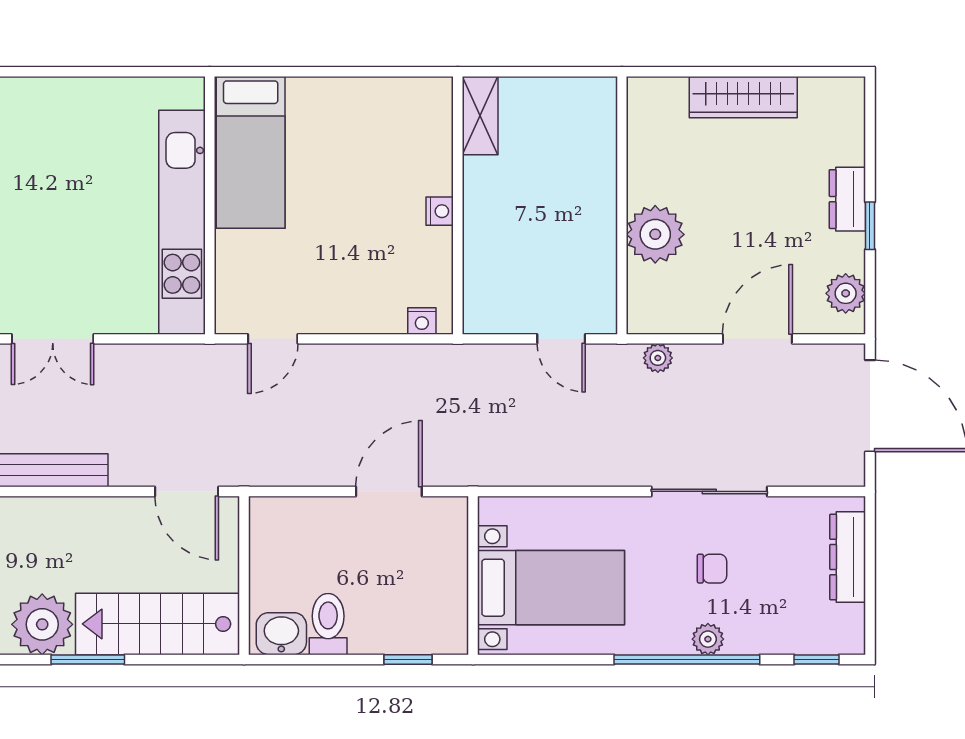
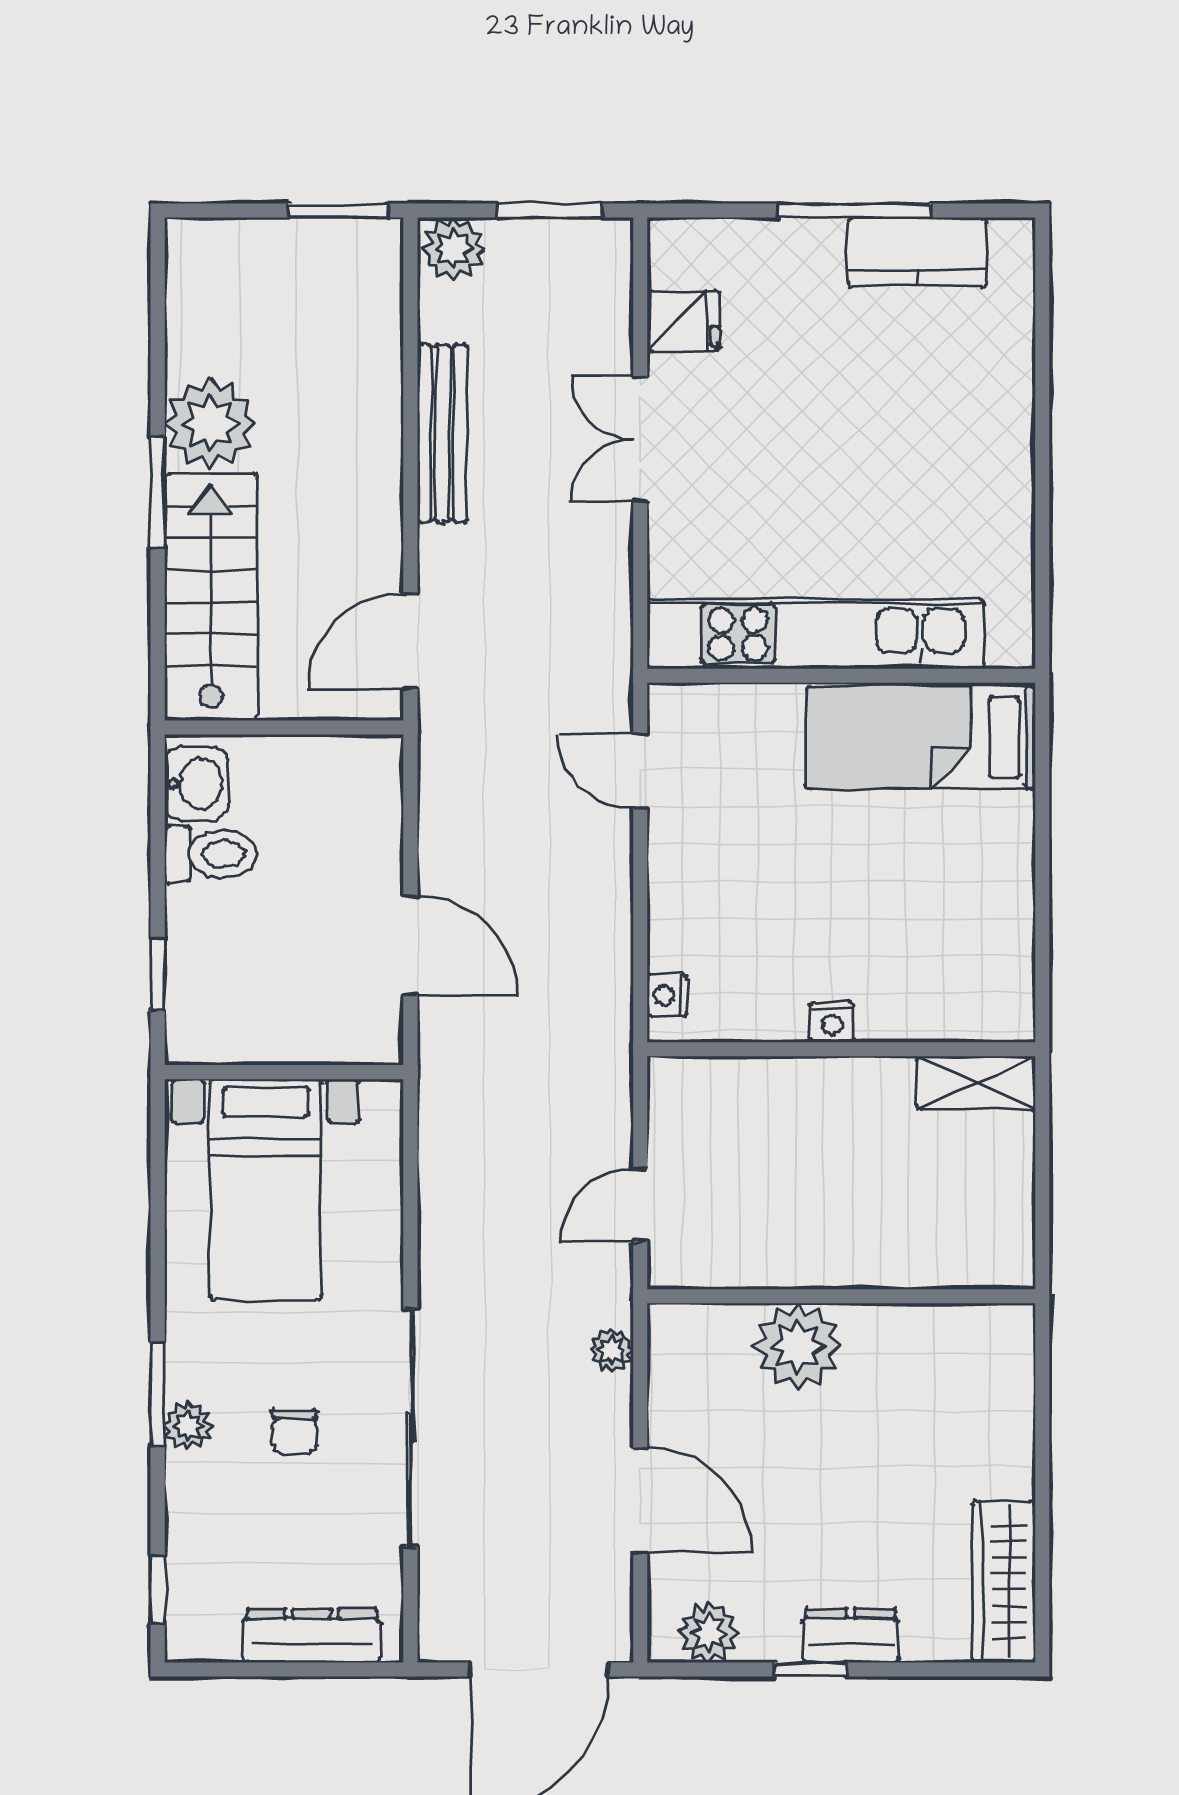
wardrobe: (743, 97) -> (1004, 1582), moved
sliding door: (709, 491) -> (410, 1428), width x1.36
window: (687, 659) -> (158, 1394), width x0.47

